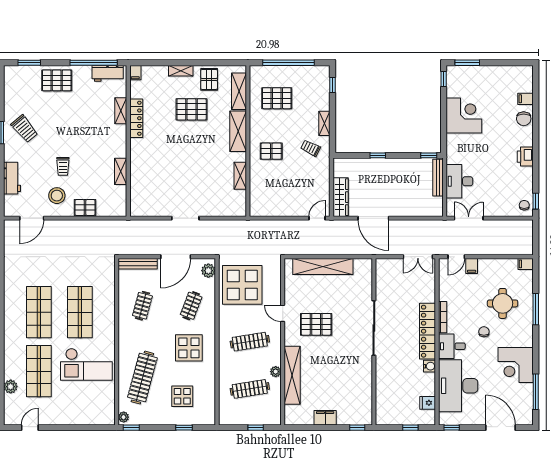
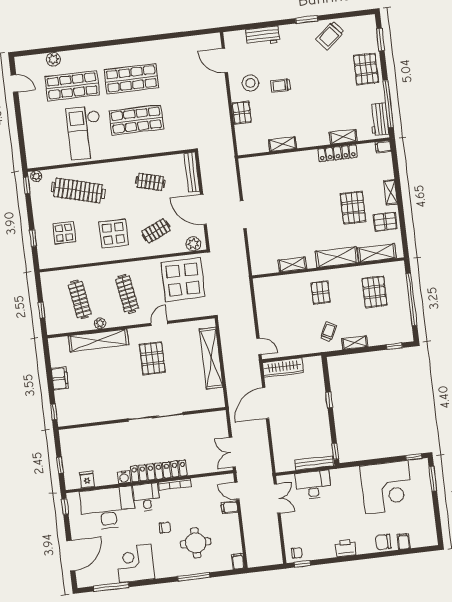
corner desk: (464, 115) -> (387, 487), width x1.36, depth x1.36
trolley: (24, 129) -> (330, 36), moved
clothes rail: (191, 306) -> (156, 231), turned -45

